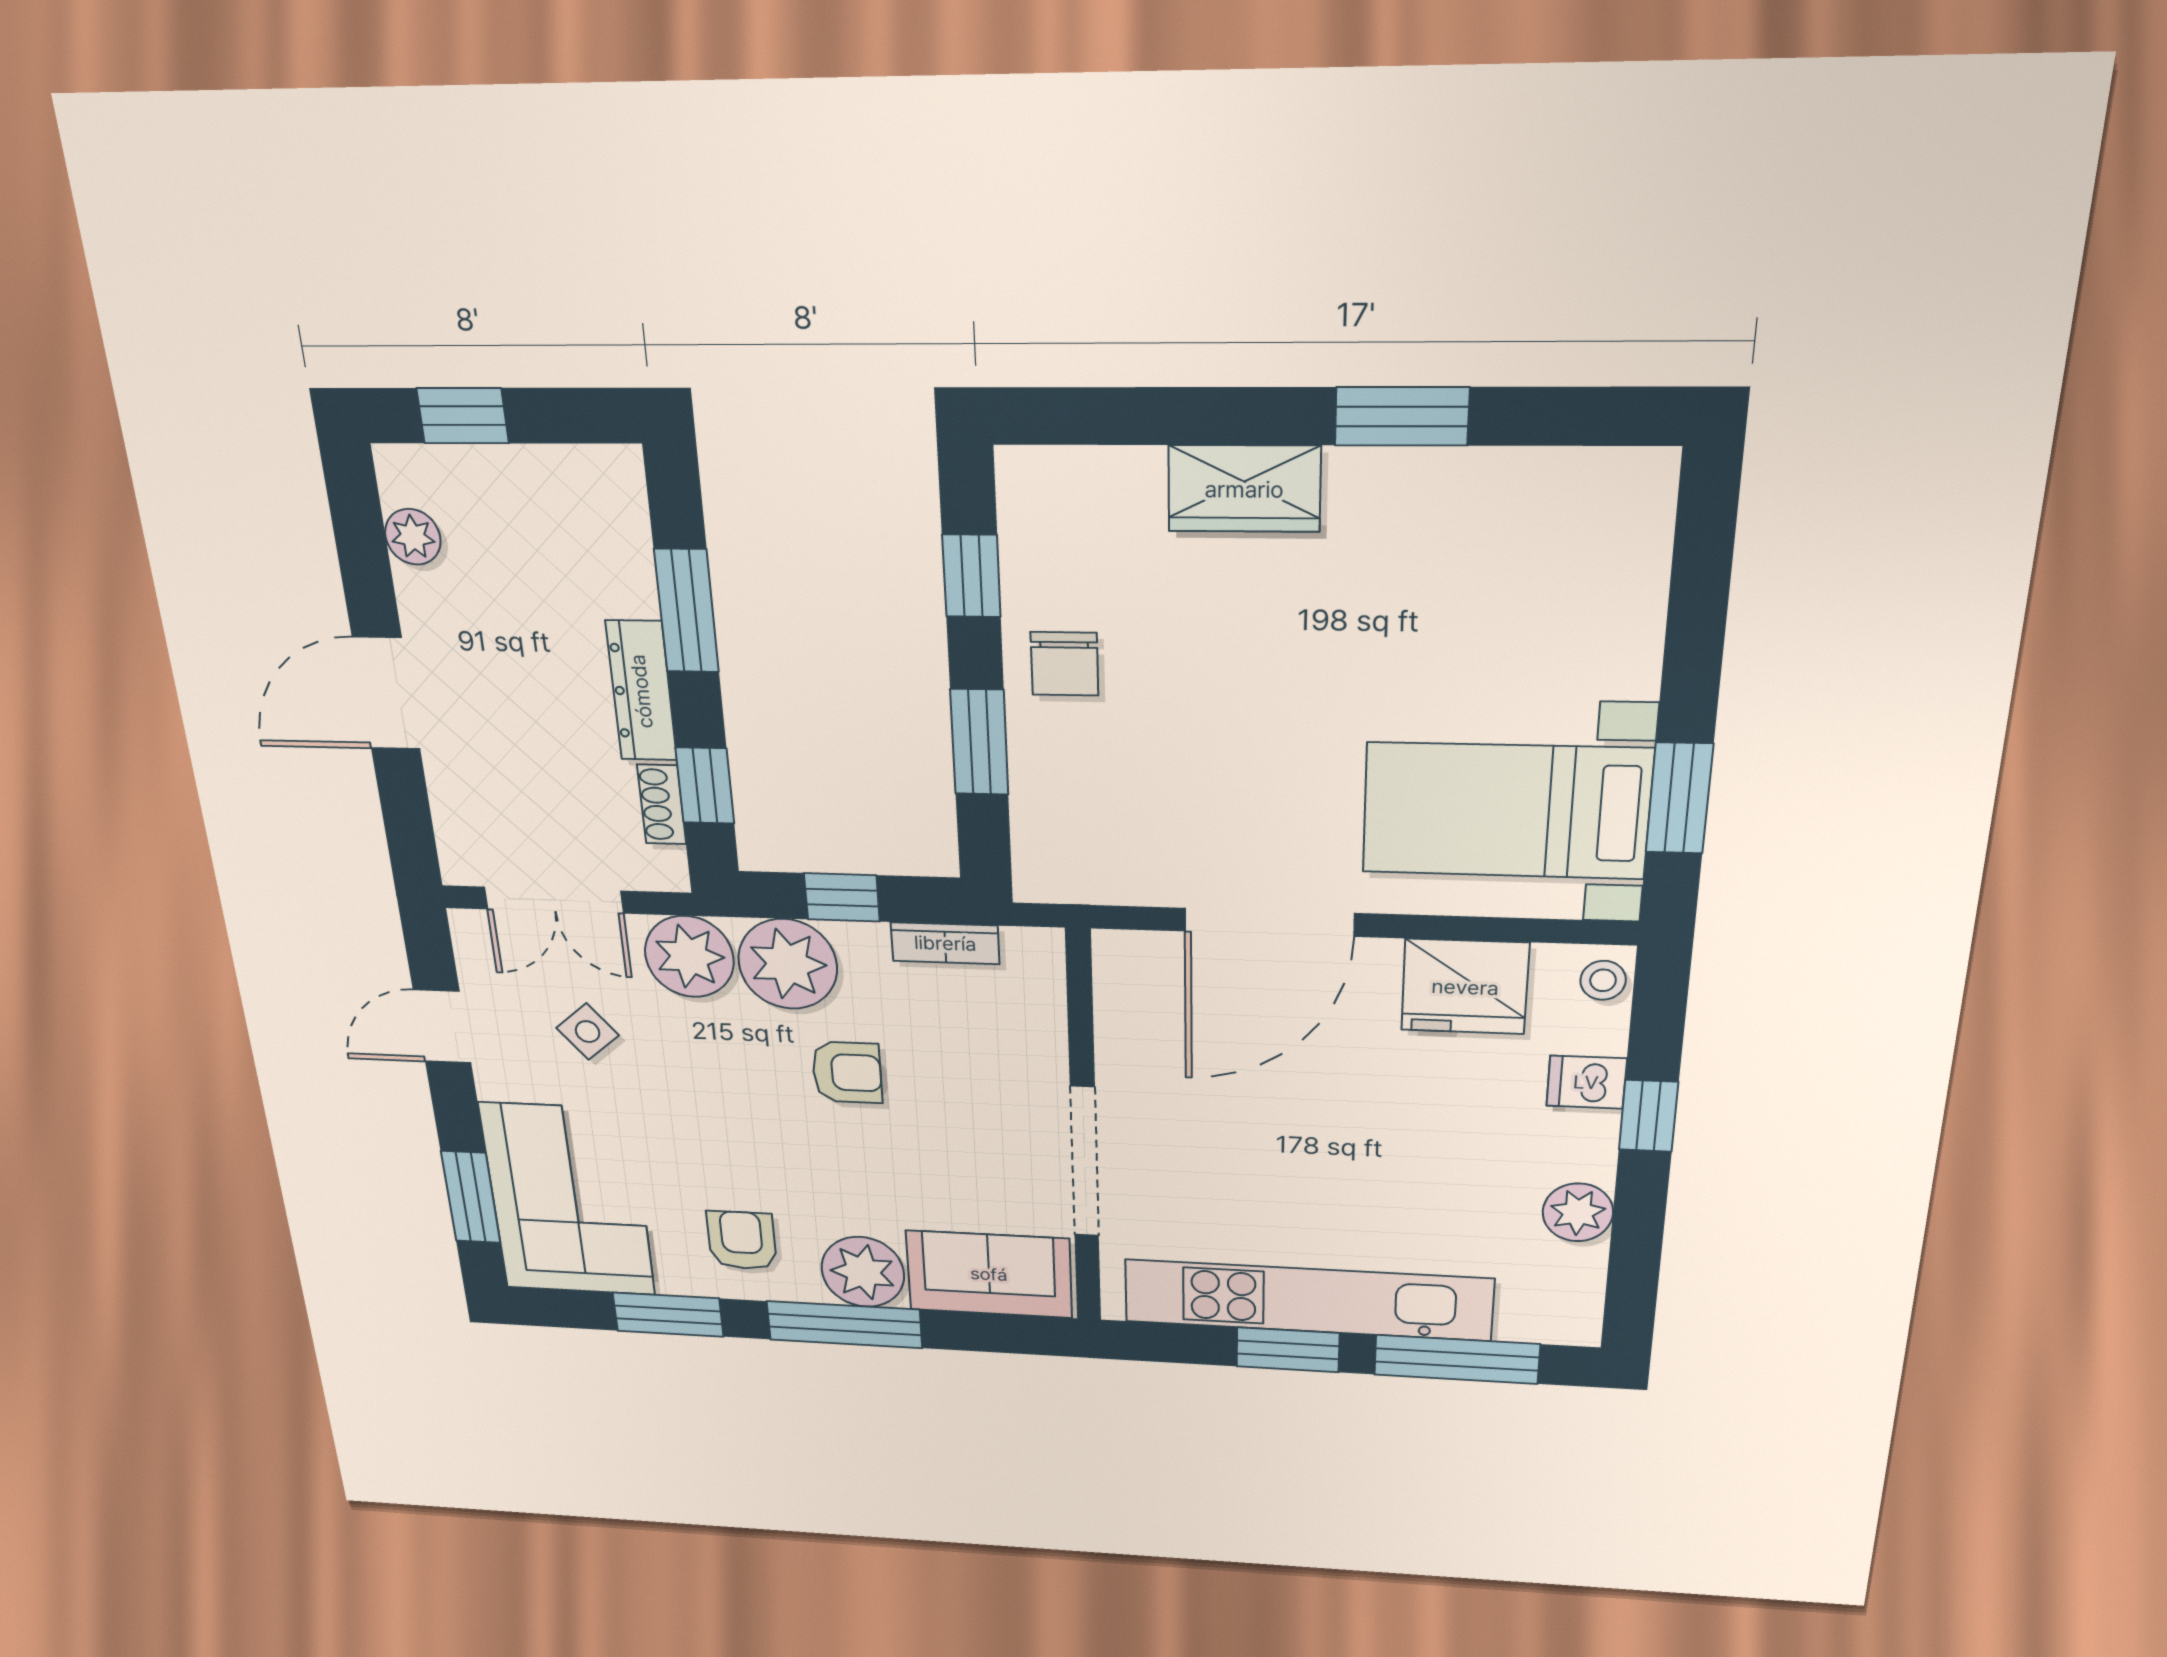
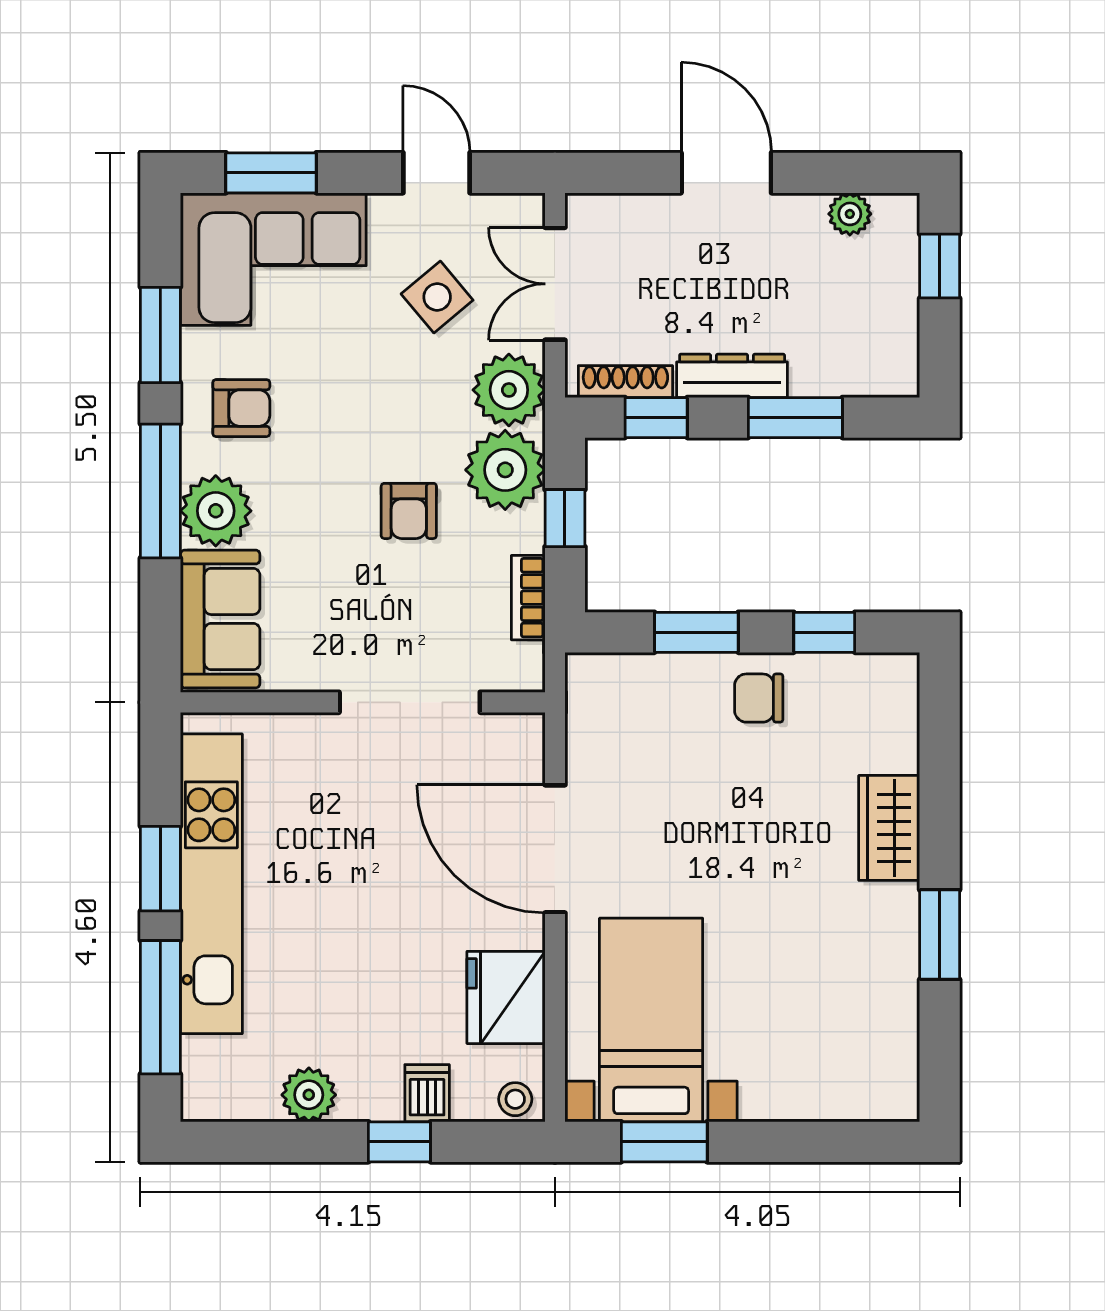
shoe rack: (662, 804) -> (625, 382), width x1.43
side table: (588, 1032) -> (437, 297), width x1.37, depth x1.37
doorway: (1085, 1162) -> (410, 702), moved

